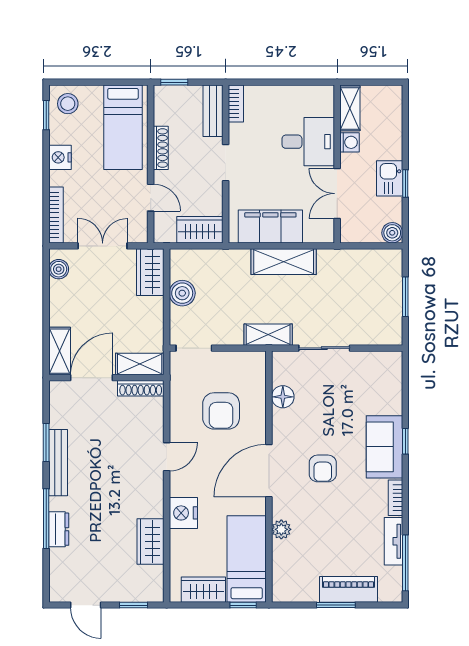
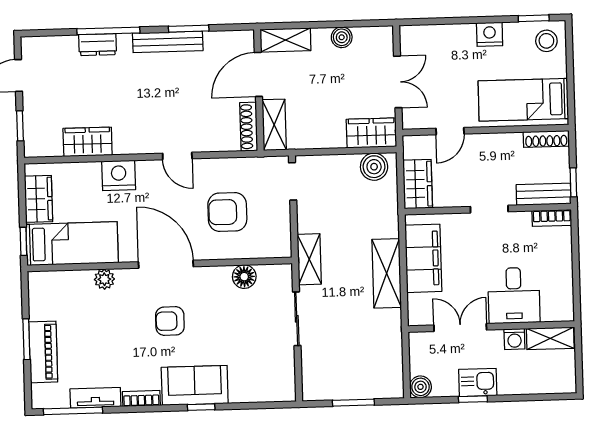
window: (174, 82) -> (573, 182), moved
shoe rack: (161, 148) -> (546, 139), moved
bookcase: (56, 215) -> (429, 32), removed
boiler: (59, 269) -> (342, 37), moved
boiler: (182, 293) -> (374, 167), moved
door: (92, 378) -> (258, 74), swing flipped

